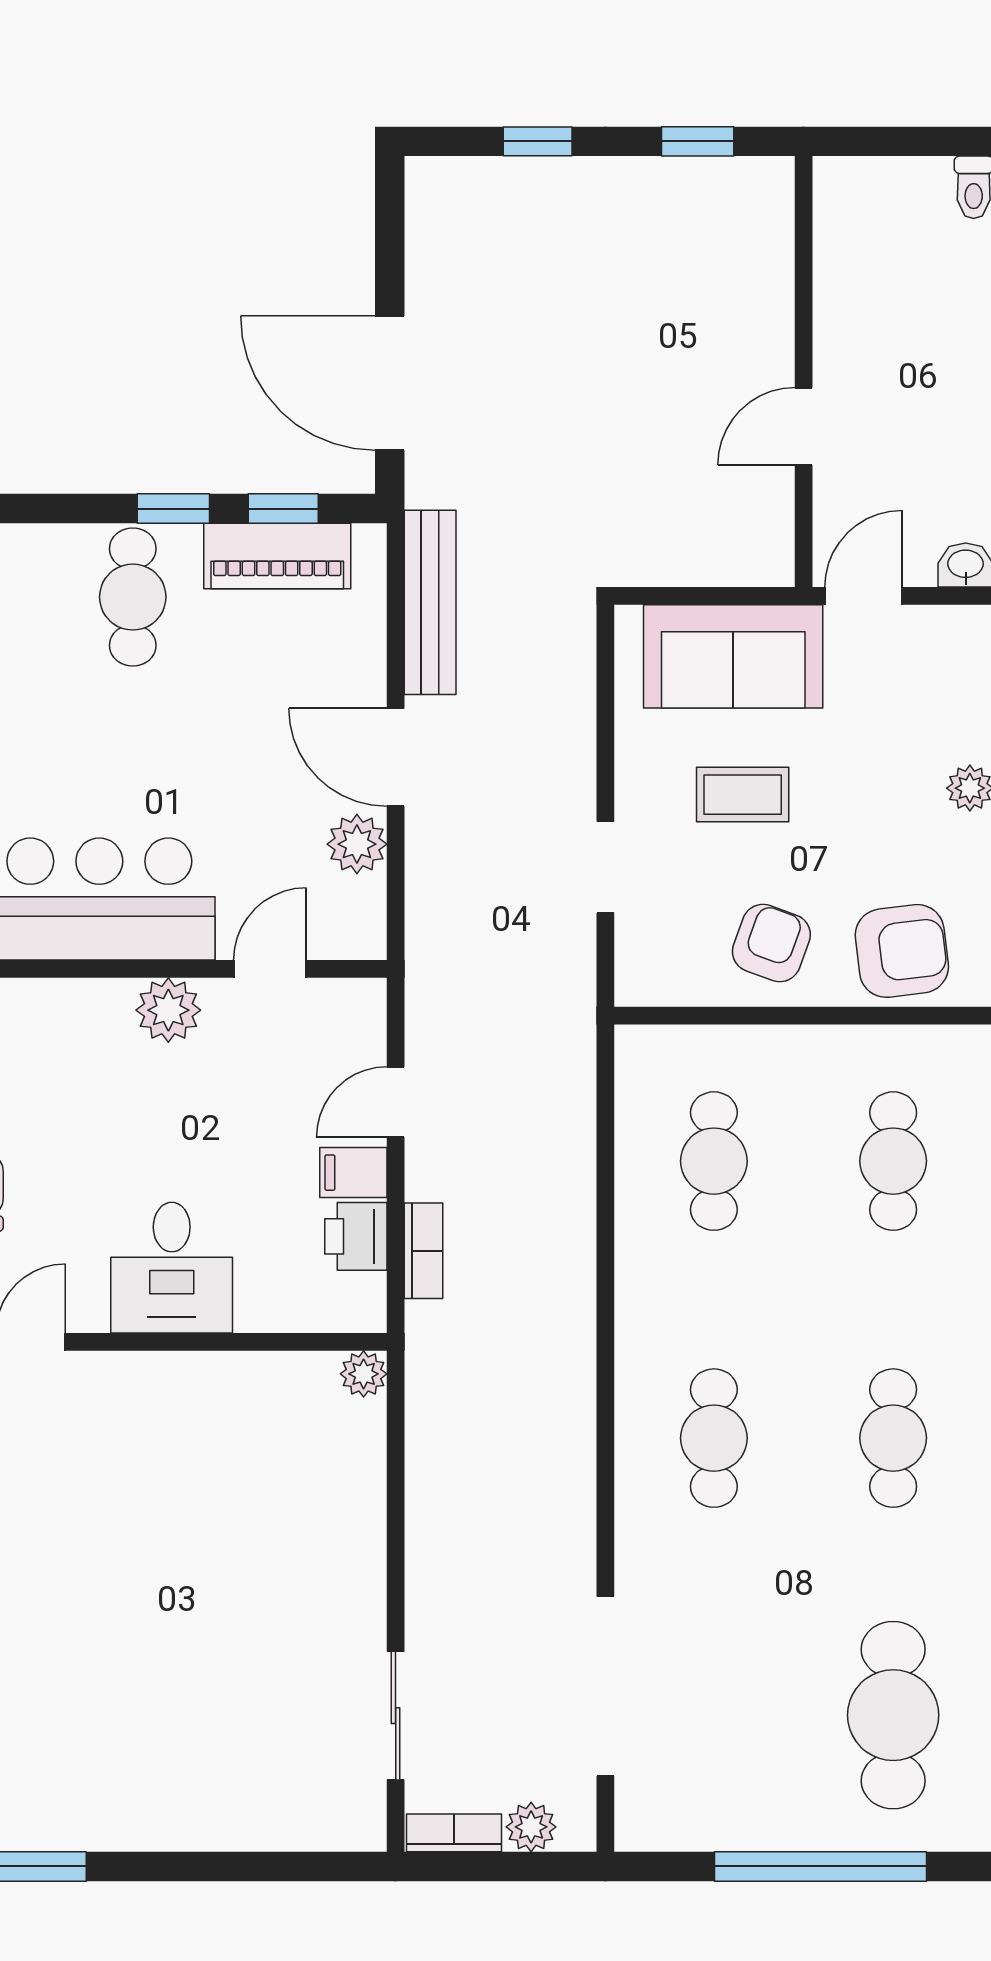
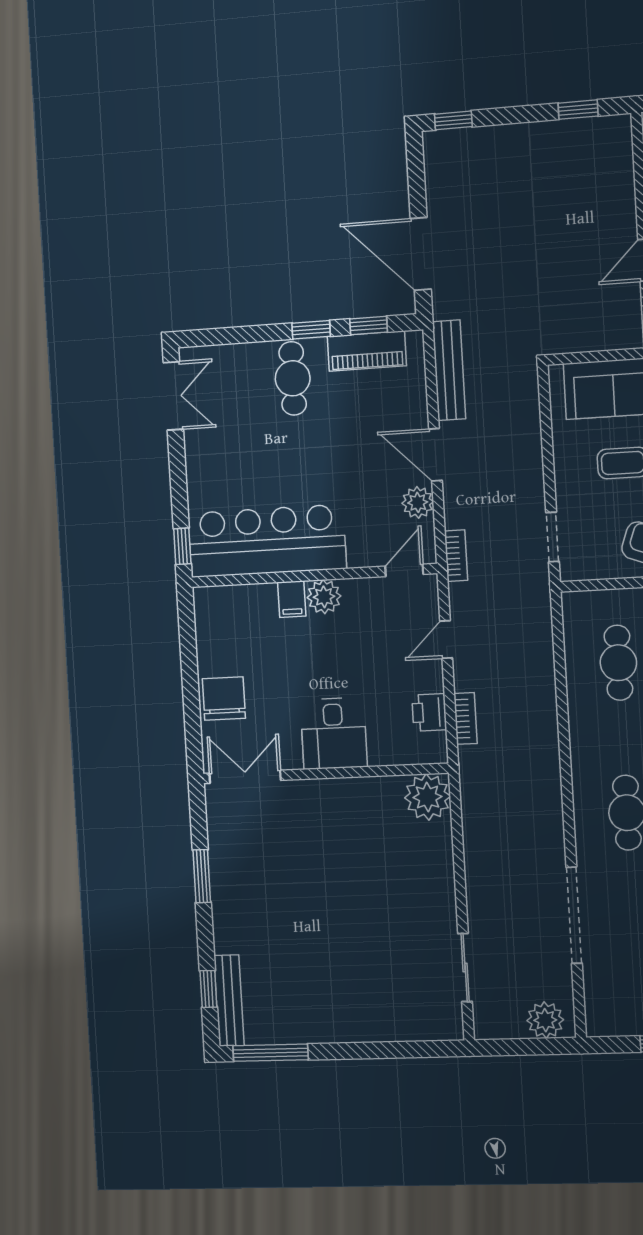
window: (538, 141) -> (453, 120), moved
doorway: (605, 867) -> (552, 537), moved
door: (270, 969) -> (404, 570), moved
filing cabinet: (353, 1173) -> (292, 599), moved, turned -90
plant: (364, 1374) -> (427, 797), width x1.88, depth x1.88
doorway: (605, 1686) -> (574, 915), moved
plant: (531, 1827) -> (545, 1020), width x1.38, depth x1.38
bookcase: (454, 1833) -> (456, 556), moved, turned 90

